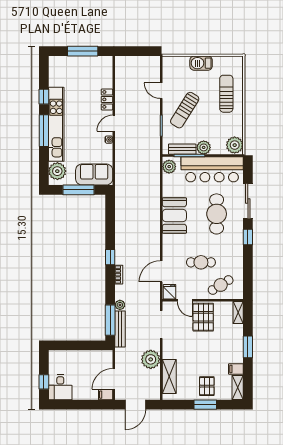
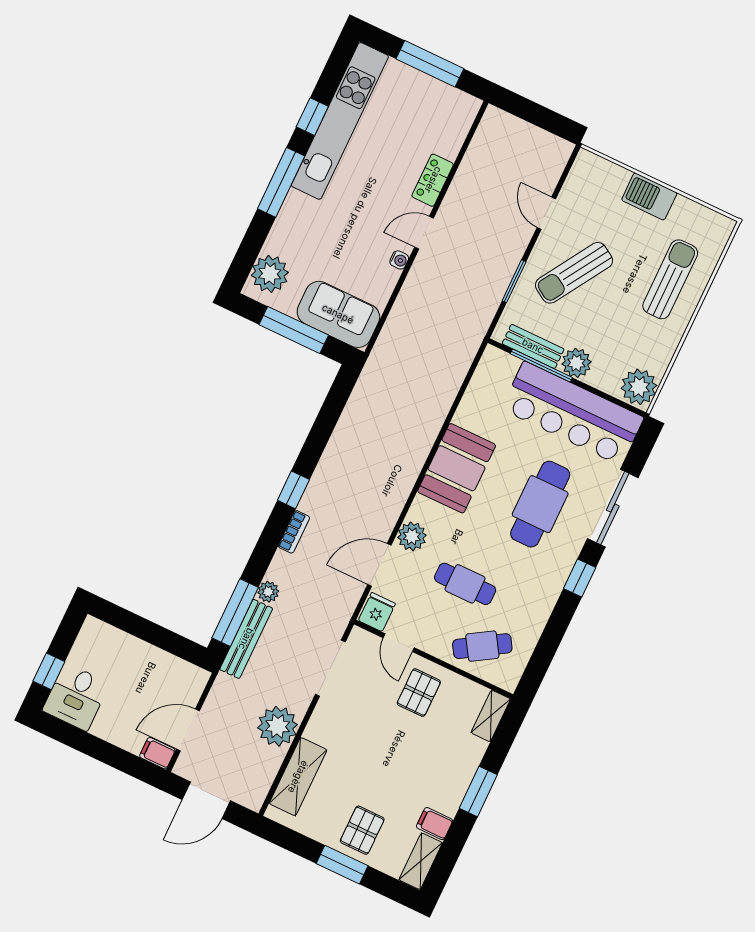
kitchen unit: (56, 124) -> (340, 121), moved
plant: (169, 167) -> (412, 536), moved
pallet: (203, 317) -> (419, 693), width x0.67, depth x0.71

